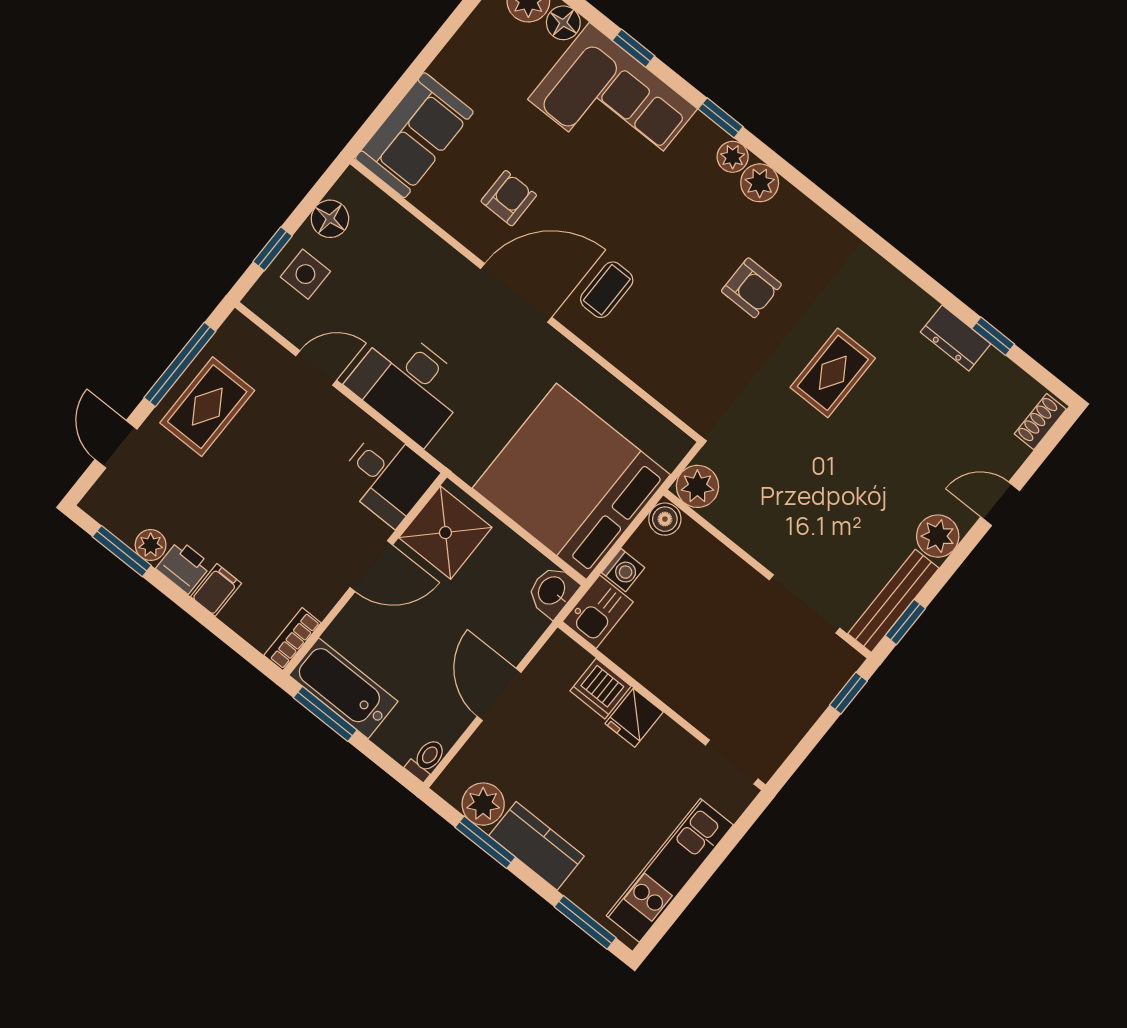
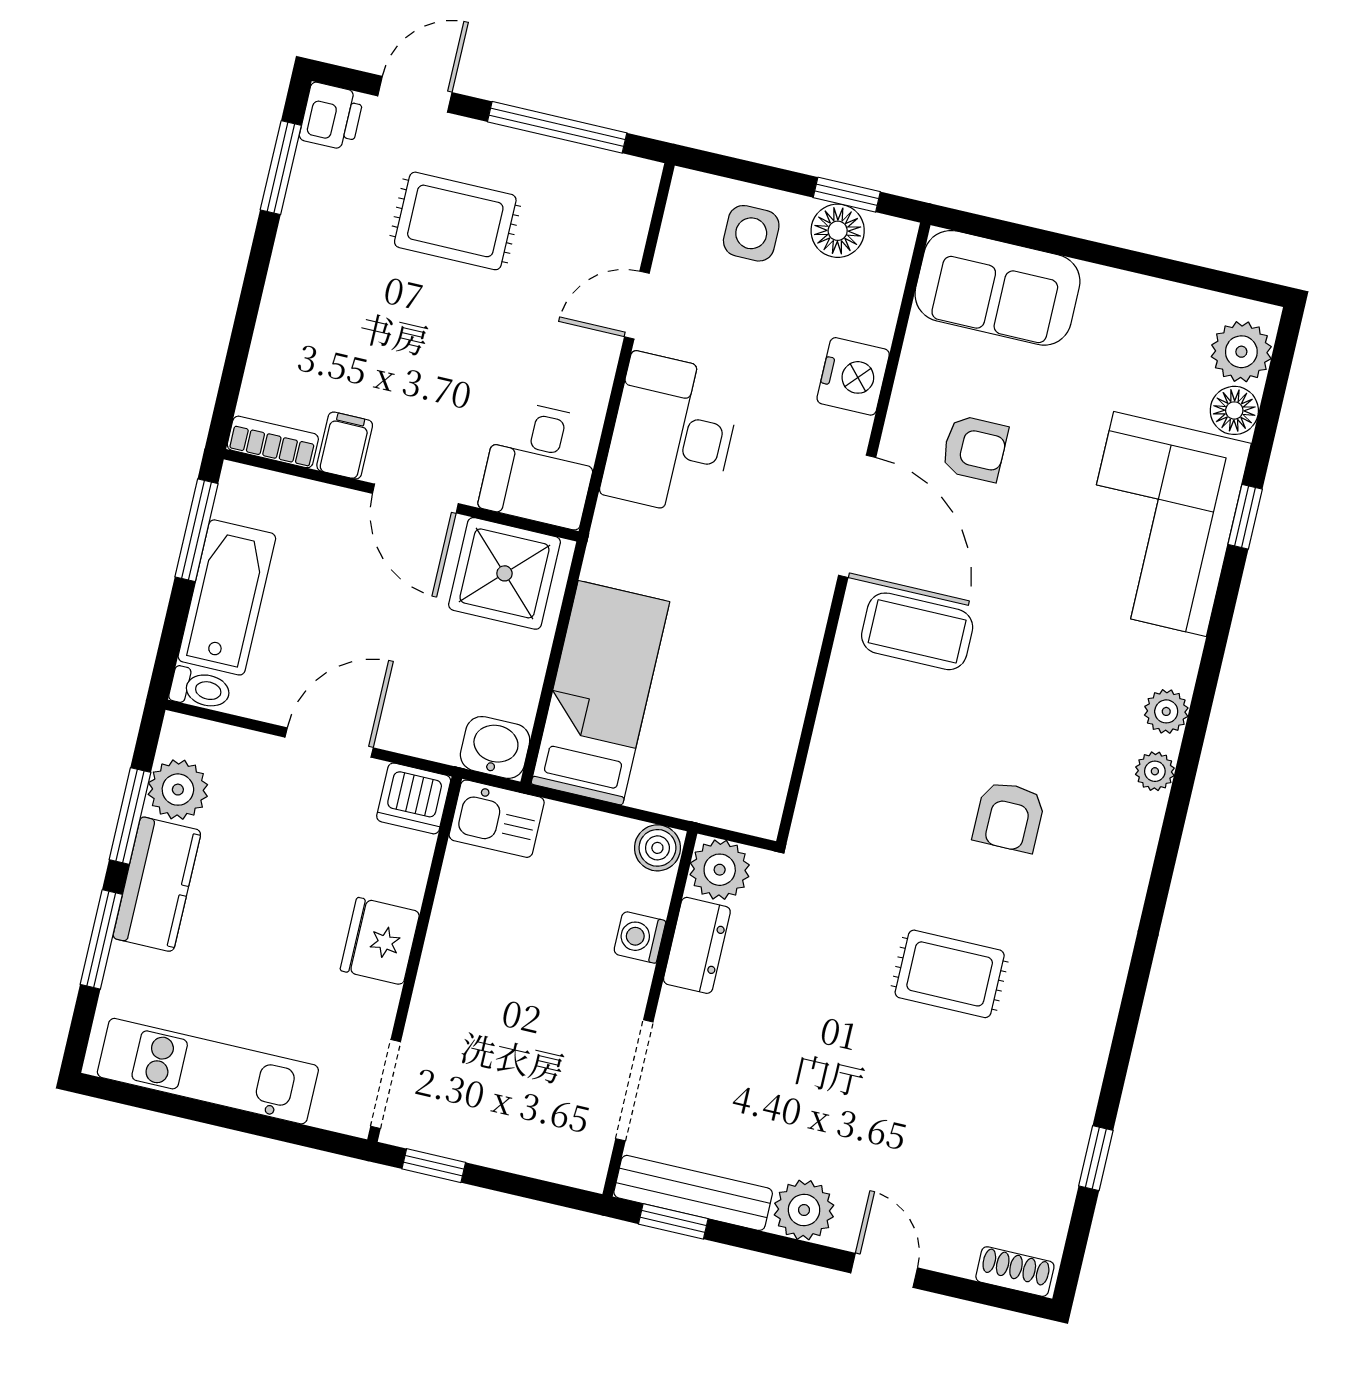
window: (721, 118) -> (1209, 672), removed
plant: (760, 183) -> (1155, 771), width x0.73, depth x0.73
window: (273, 249) -> (847, 195), moved
nightstand: (427, 253) -> (853, 376), added
coffee table: (607, 290) -> (917, 631), width x1.36, depth x1.30
dresser: (956, 338) -> (697, 945), moved, turned 180
door: (316, 368) -> (637, 305), swing flipped
rug: (207, 407) -> (455, 221), moved
bed: (571, 481) -> (600, 693), width x0.49
plant: (151, 545) -> (306, 201), removed
printer: (184, 567) -> (332, 116), moved
washing machine: (623, 570) -> (640, 937), moved, turned 90
filing cabinet: (216, 590) -> (345, 446), moved, turned -90
bathtub: (343, 688) -> (227, 597), moved
dishwasher: (600, 689) -> (414, 798), moved, turned -90
window: (848, 693) -> (434, 1166), moved
fridge: (634, 718) -> (380, 941), width x1.38
window: (585, 922) -> (101, 939), moved

